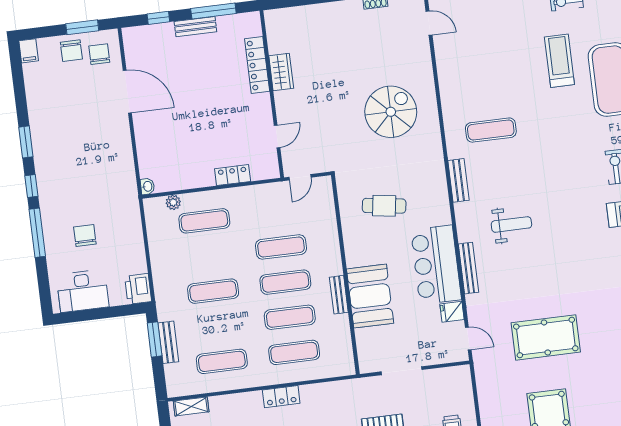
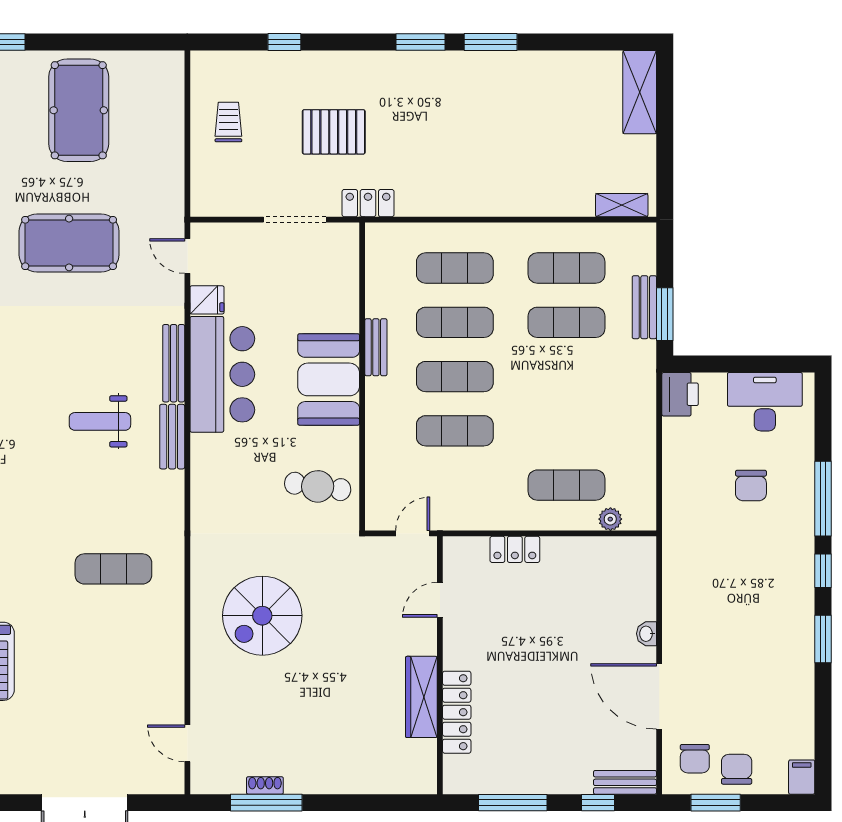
bench: (195, 27) -> (625, 782), moved
wardrobe: (281, 72) -> (421, 697), width x1.50
bench: (459, 180) -> (172, 437), moved
washbasin: (147, 186) -> (647, 634), moved
cafe table: (384, 206) -> (318, 486), moved
exercise mat: (213, 291) -> (567, 322), moved
booth: (370, 296) -> (329, 379), moved
locker: (281, 397) -> (368, 203), moved

